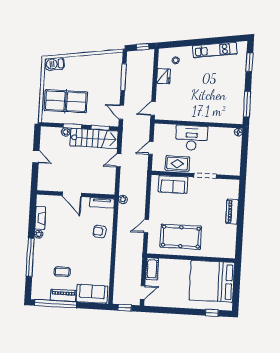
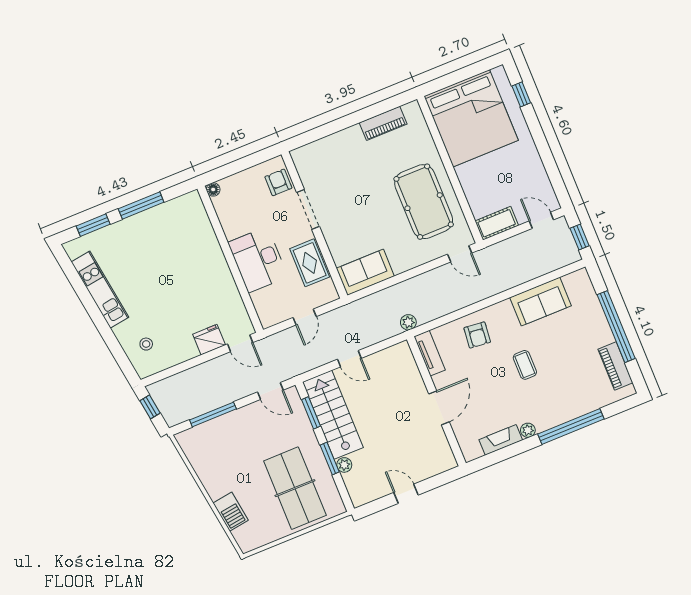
barbecue: (55, 64) -> (231, 512), moved
fridge: (164, 76) -> (209, 340), moved
window: (247, 104) -> (141, 206), moved
door: (121, 112) -> (270, 391), hinge flipped
door: (151, 148) -> (305, 317), hinge flipped
door: (36, 156) -> (406, 494), hinge flipped
armchair: (226, 167) -> (278, 182), added
sofa: (173, 184) -> (365, 272), moved, turned -90
piano: (232, 212) -> (383, 123), moved
door: (146, 226) -> (460, 254), moved
coffee table: (62, 272) -> (525, 365), moved
sofa: (92, 294) -> (541, 302), moved, turned -90
piano: (63, 295) -> (615, 366), moved
window: (56, 304) -> (616, 327), moved

